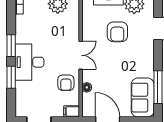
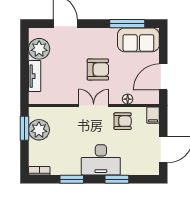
armchair: (117, 32) -> (98, 69), moved
window: (11, 46) -> (72, 179), moved

